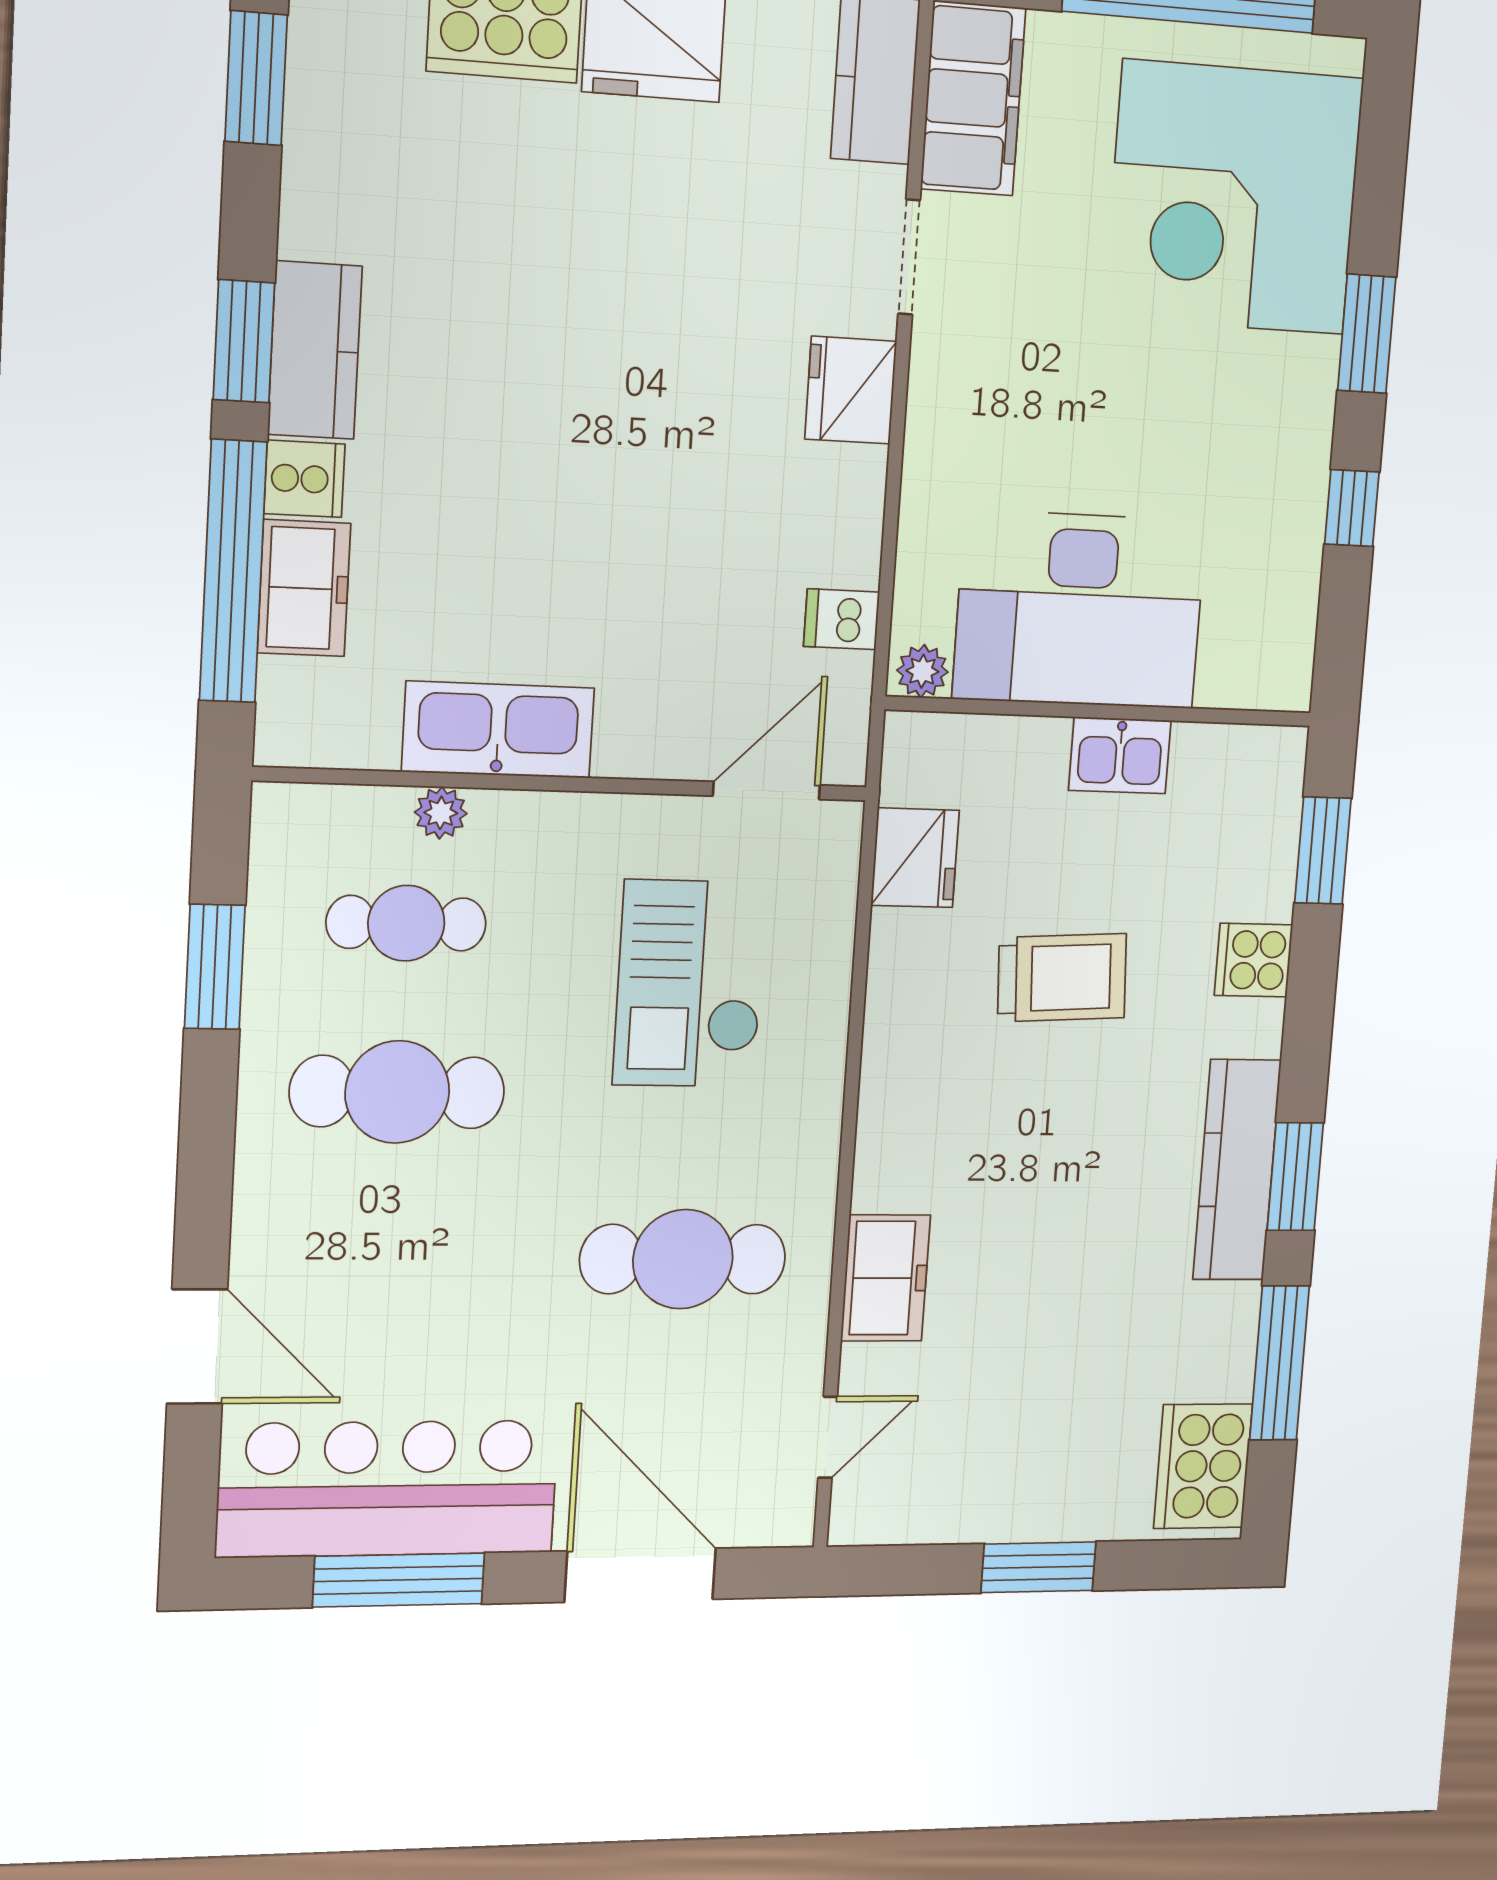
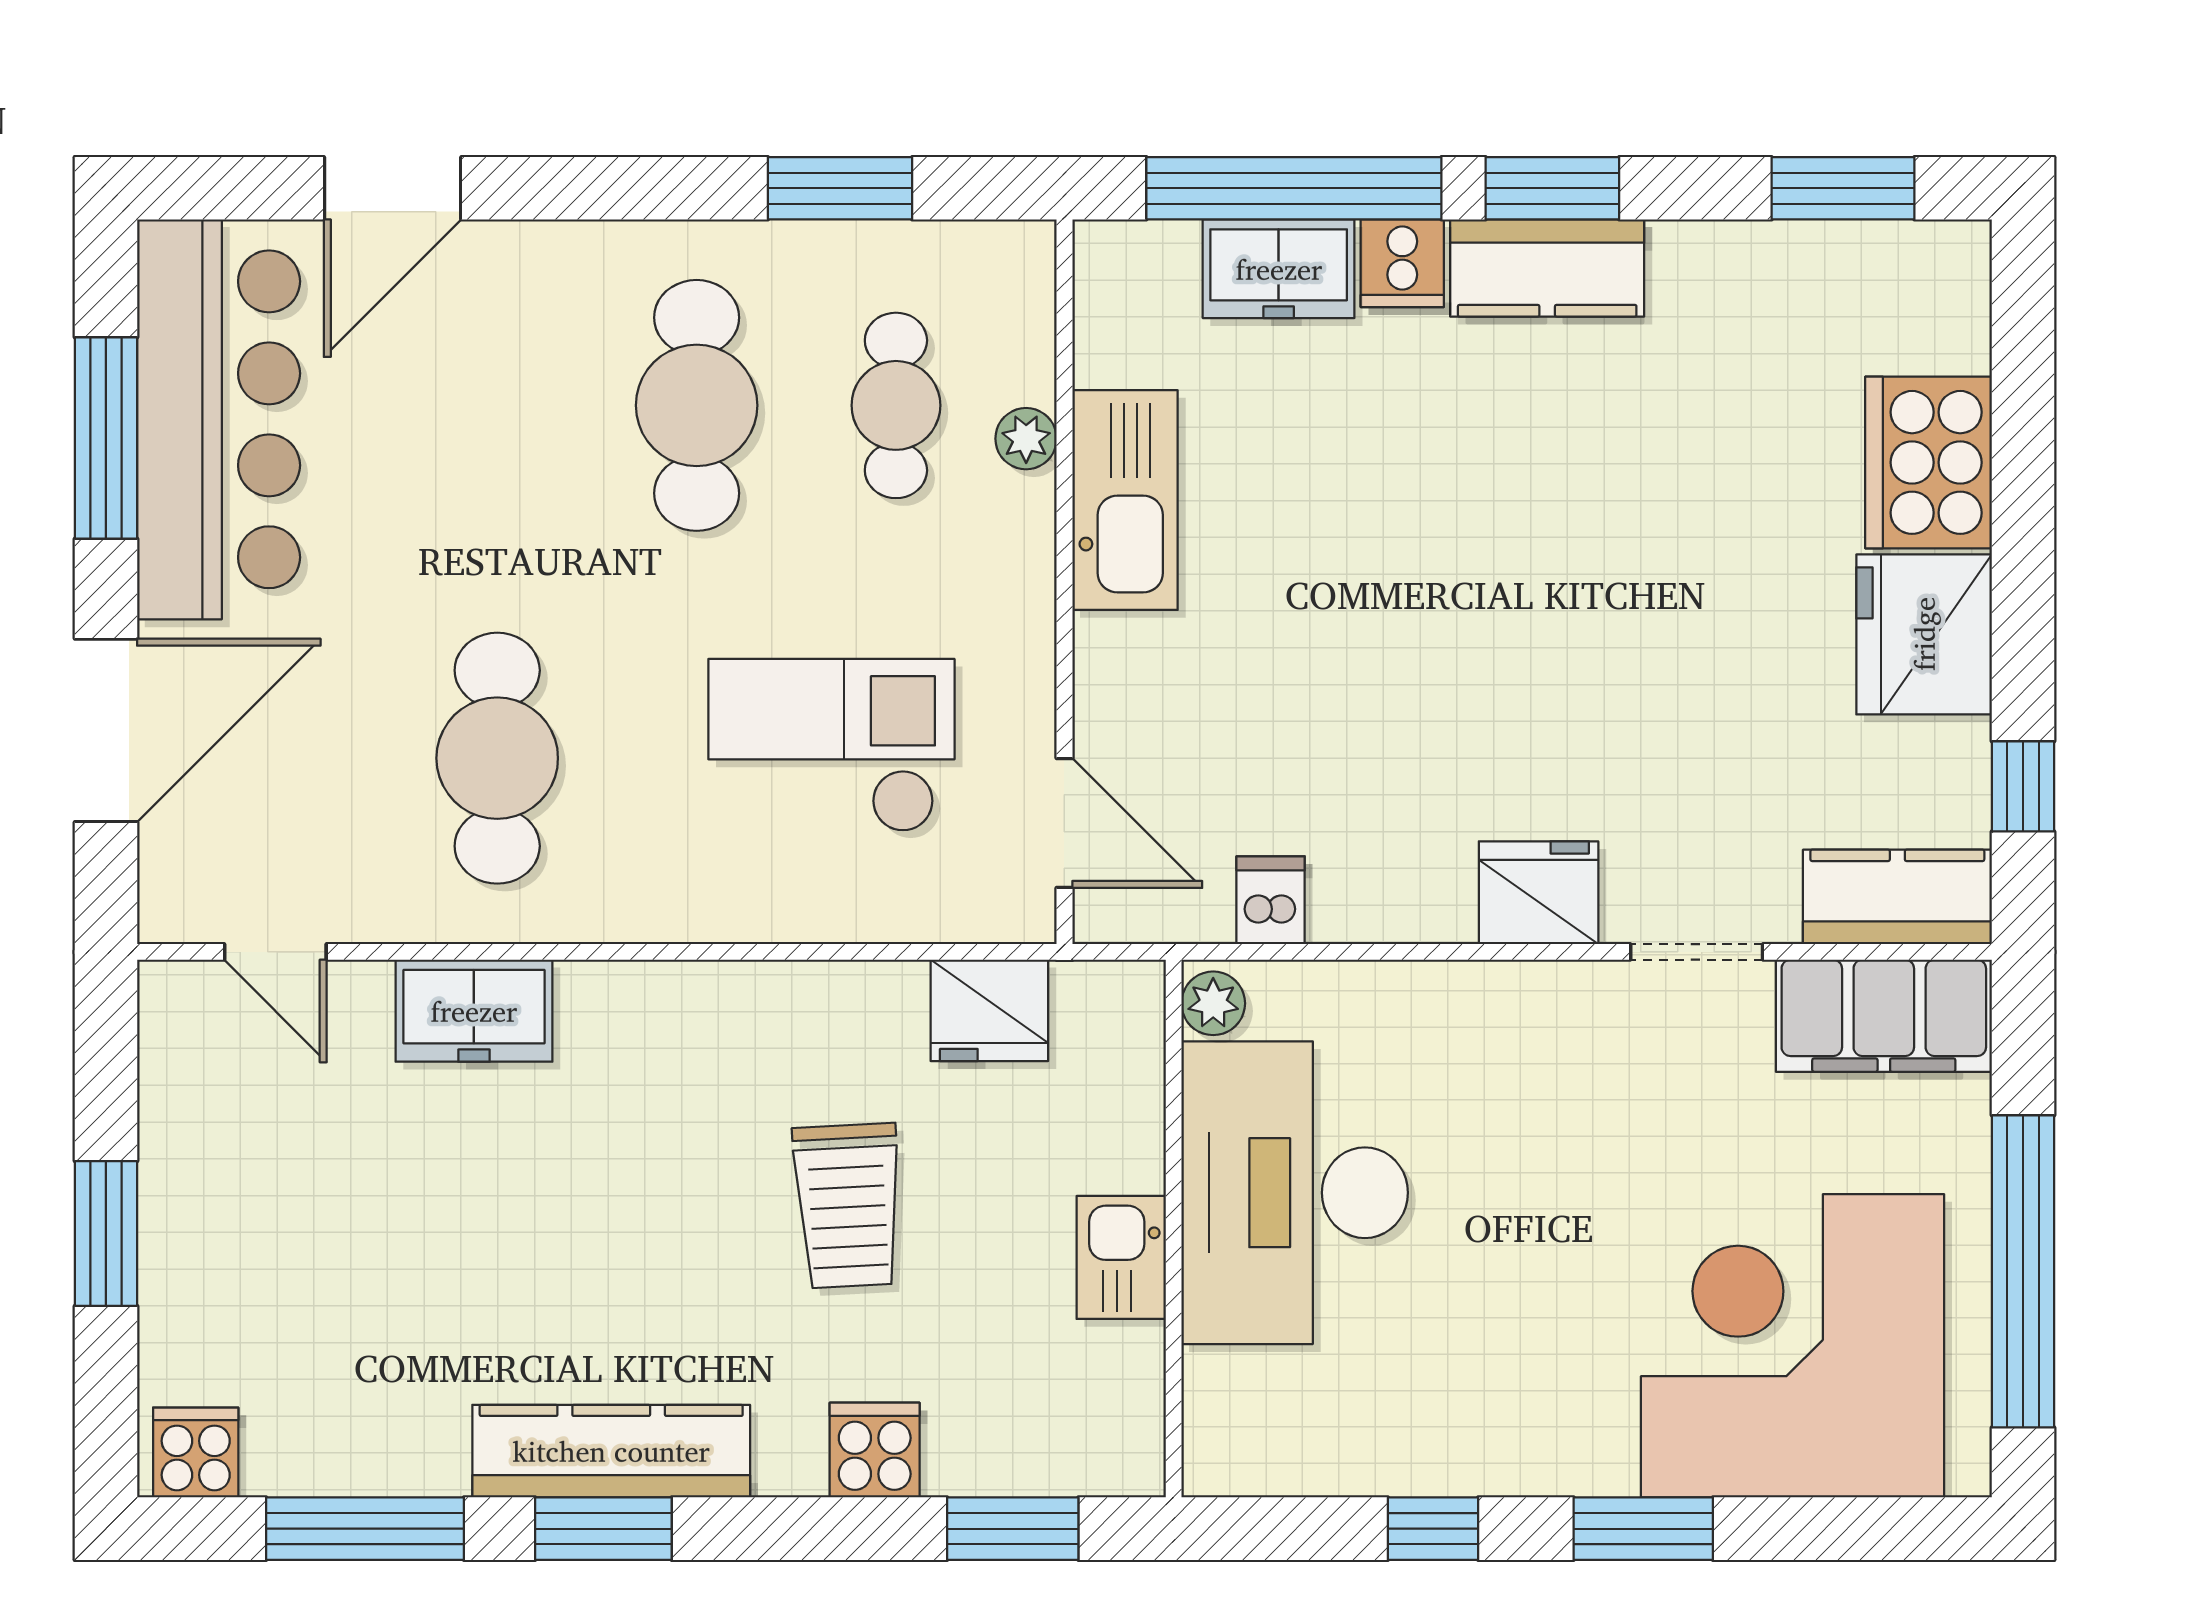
cooker: (1203, 1466) -> (196, 1453), width x0.53, depth x0.76

